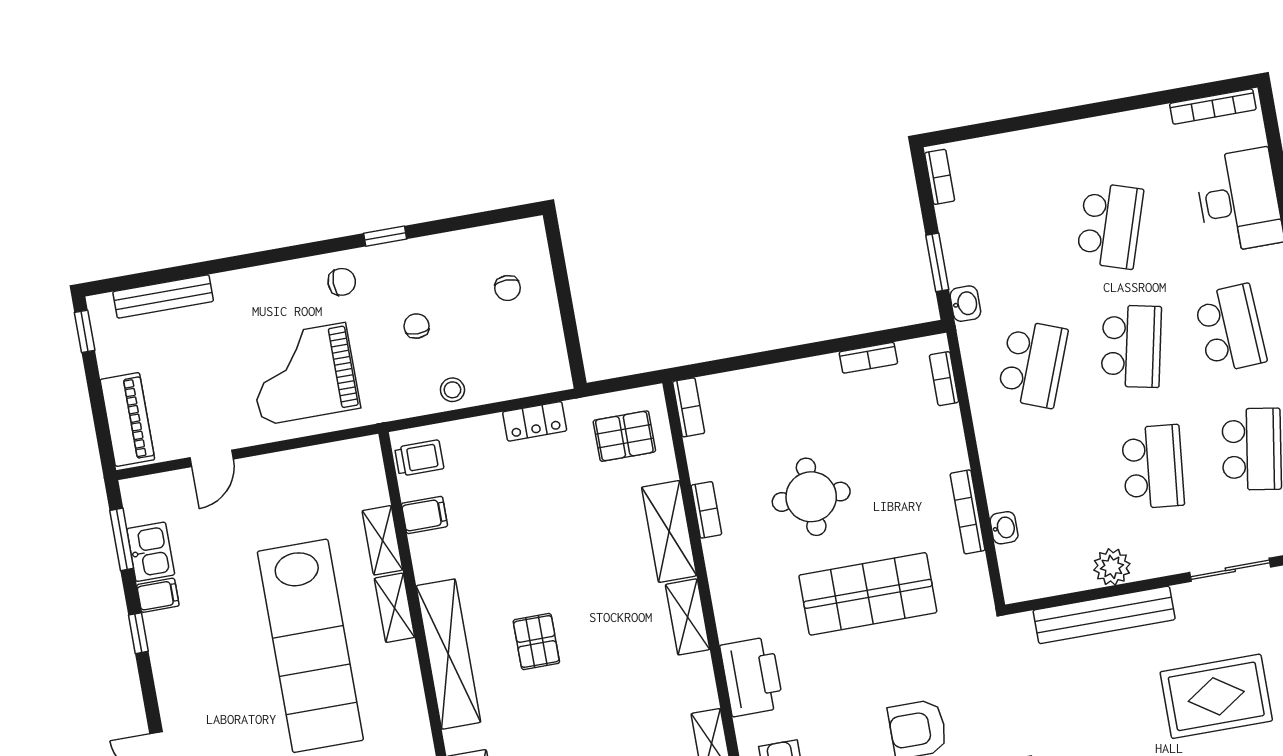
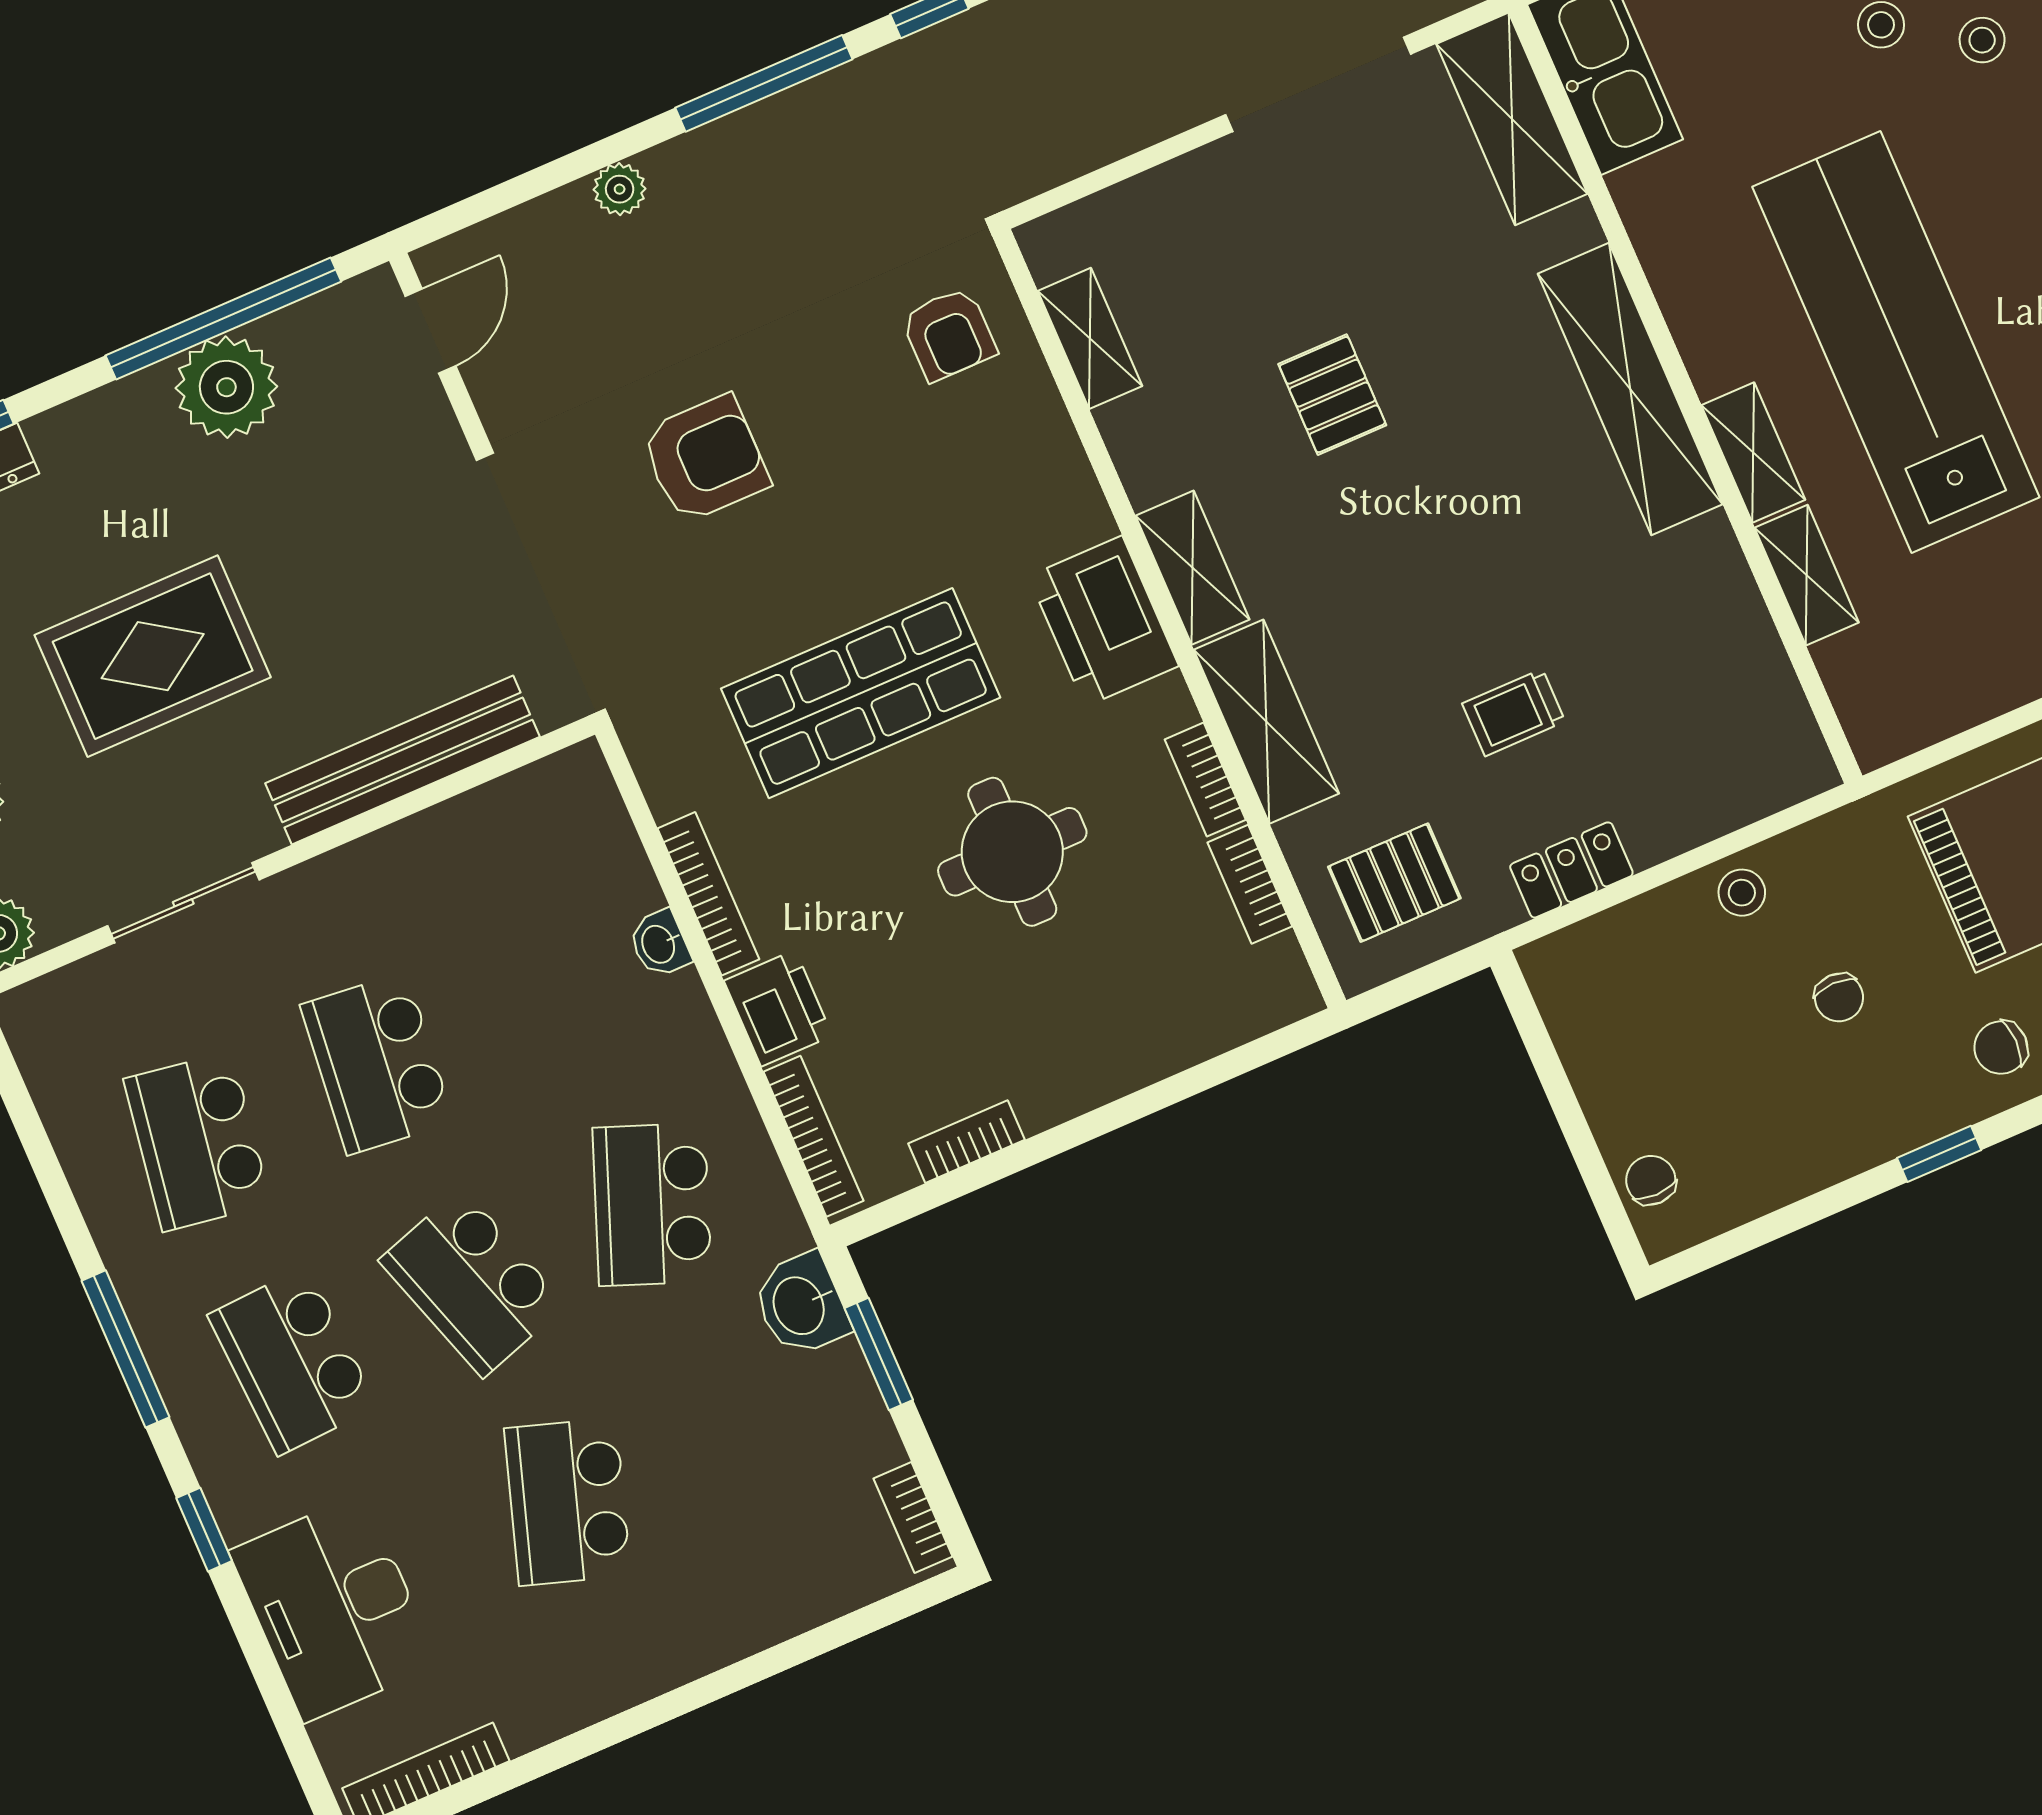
chair: (508, 288) -> (1651, 1180), moved
washbasin: (965, 304) -> (801, 1305), width x1.38, depth x1.45
school desk: (1131, 346) -> (472, 1283), turned -30
bookcase: (944, 379) -> (813, 1136), width x1.56
bookcase: (689, 407) -> (1250, 884), moved
printer: (946, 447) -> (778, 1008), added
trolley: (419, 458) -> (1514, 712), moved
filing cabinet: (424, 515) -> (1738, 642), removed
washbasin: (1004, 528) -> (659, 944), moved
plant: (1112, 567) -> (409, 855), removed
pallet: (536, 642) -> (1332, 395), moved
printer: (752, 677) -> (1104, 621), moved

